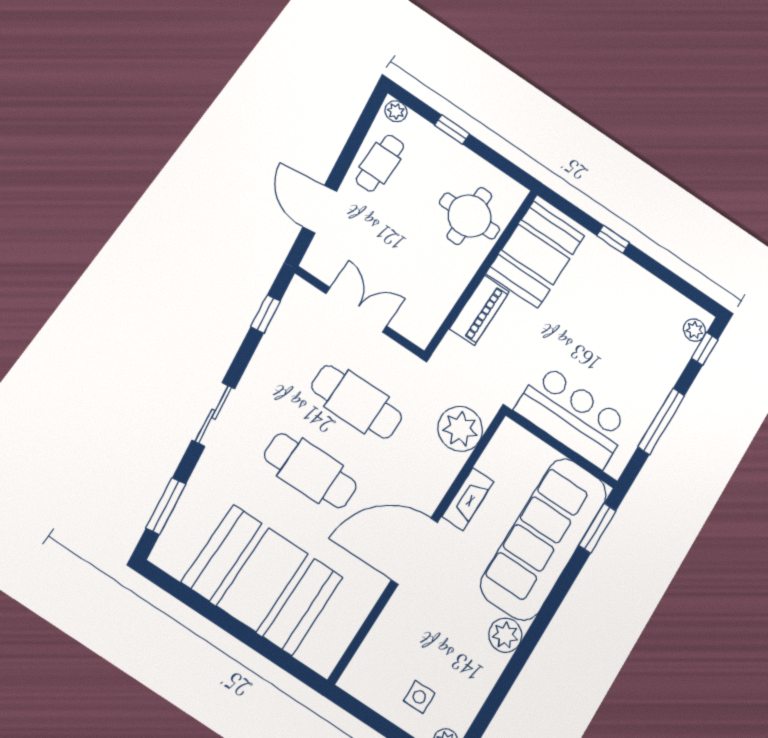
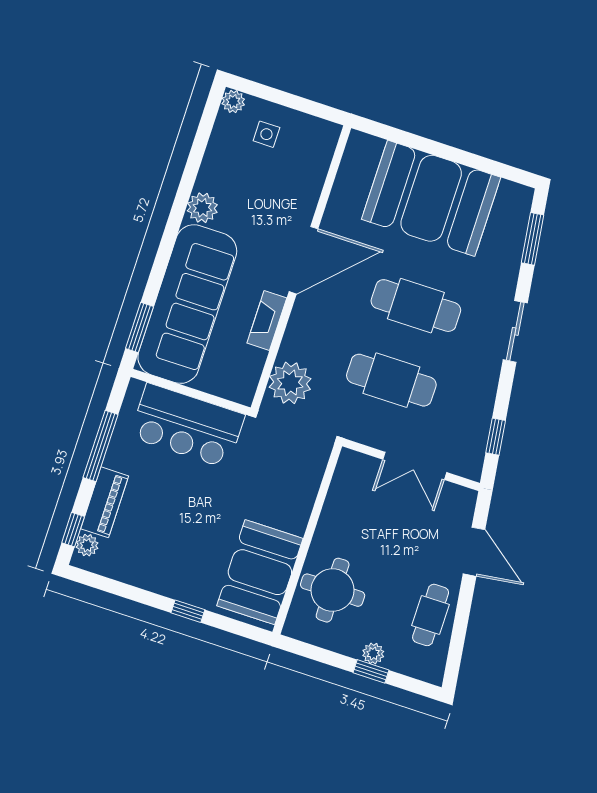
plant: (396, 111) -> (373, 654), moved
piano: (479, 310) -> (105, 502), moved, turned 180

